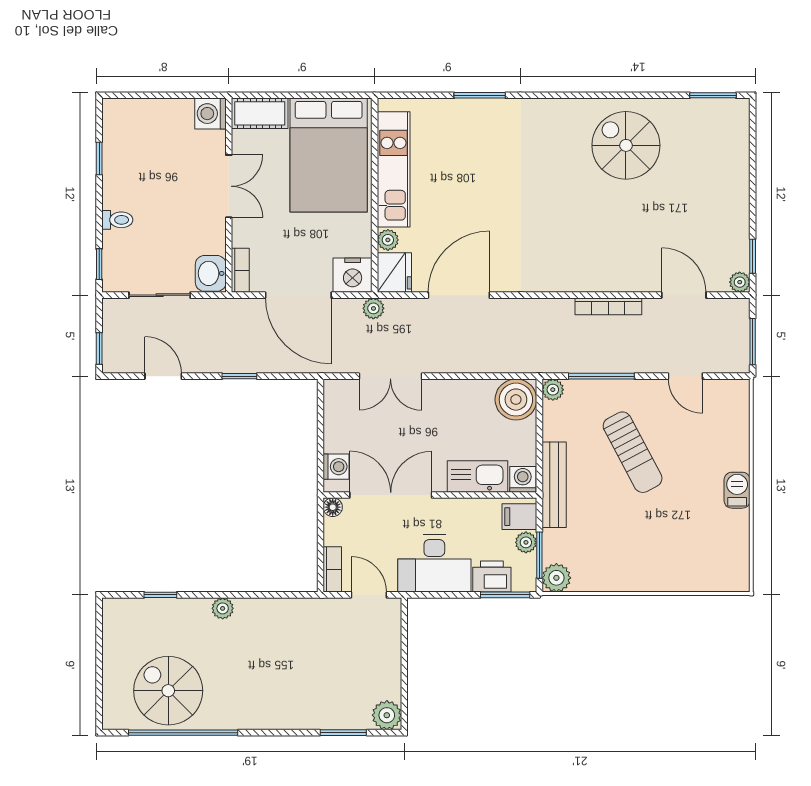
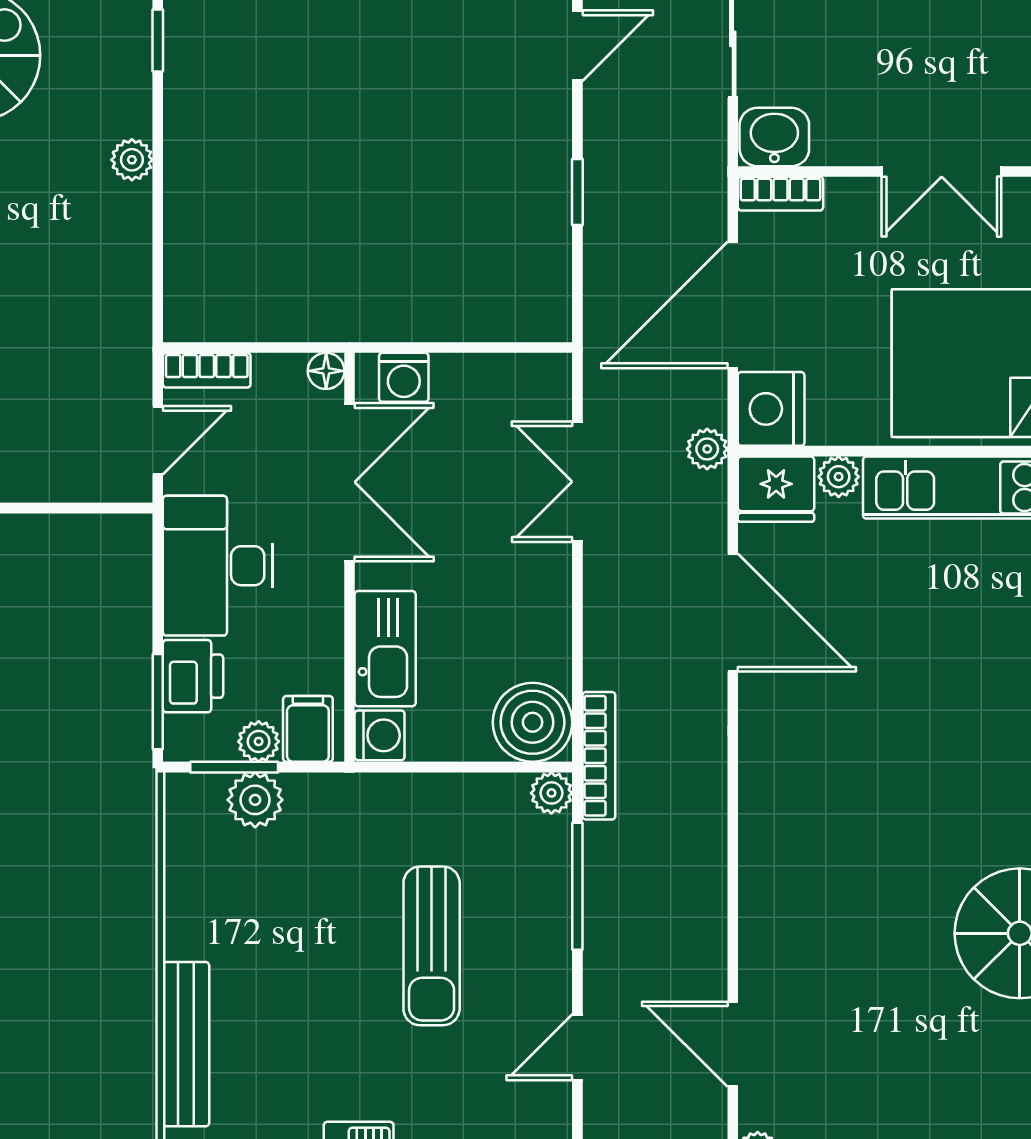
door: (684, 295) -> (733, 1044), swing flipped
bookcase: (608, 306) -> (599, 756), moved, turned 180
sun lounger: (633, 452) -> (432, 946), turned -62
bench: (554, 485) -> (186, 1044), moved, turned 90
plant: (556, 578) -> (255, 800), moved

